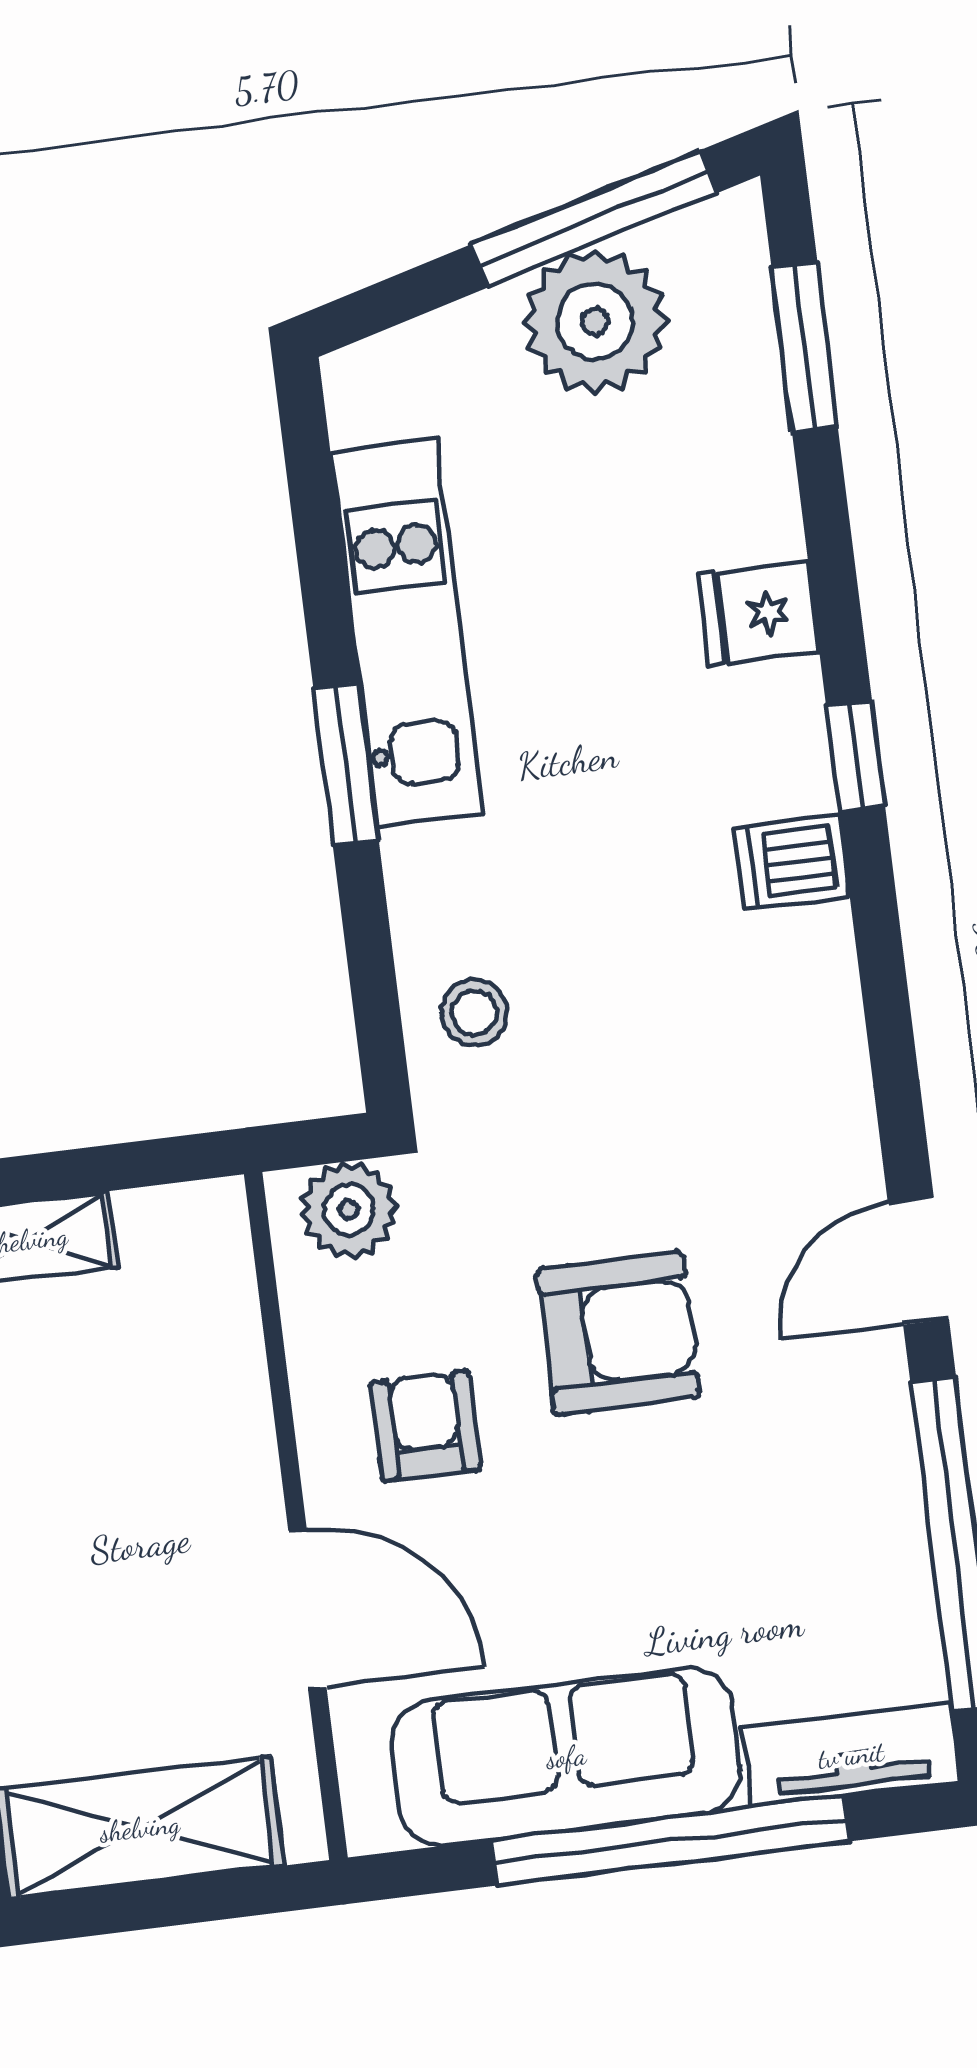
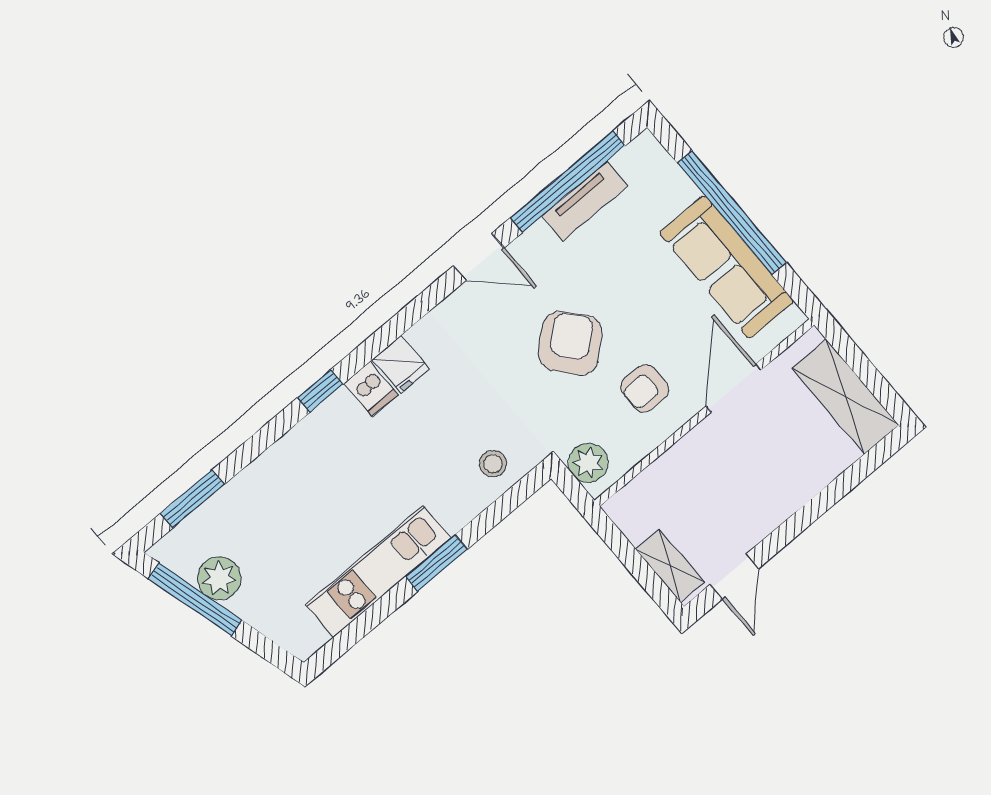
plant: (595, 321) -> (219, 578), width x0.73, depth x0.73
fridge: (759, 613) -> (401, 364), moved
armchair: (619, 1333) -> (570, 343), turned 50
tv unit: (851, 1755) -> (585, 201), moved, turned -90

